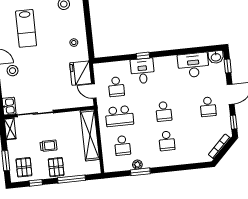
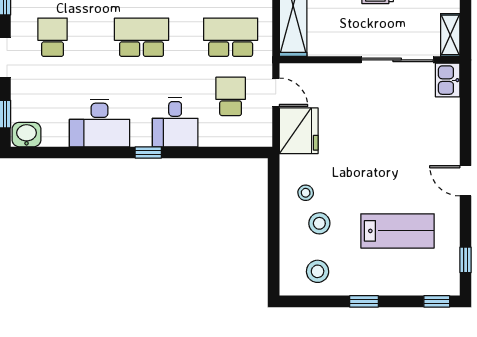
lab bench: (26, 28) -> (397, 231), turned 90
window: (143, 56) -> (148, 152), moved
desk: (193, 65) -> (100, 123), moved
stool: (13, 71) -> (319, 223), moved
school desk: (164, 111) -> (142, 37), width x1.85

